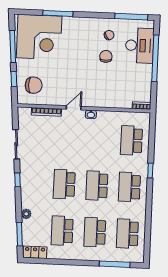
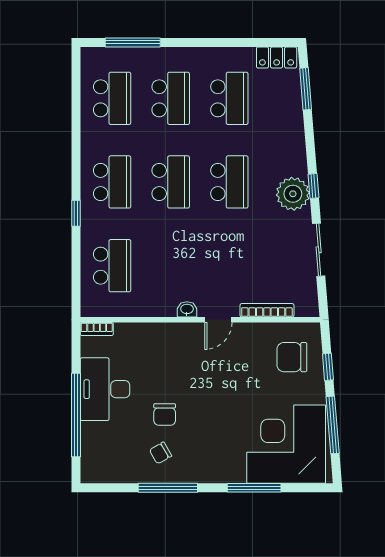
window: (131, 17) -> (168, 488), moved
desk: (140, 46) -> (105, 389), moved
plant: (26, 214) -> (293, 194), moved, width x1.88, depth x1.88

